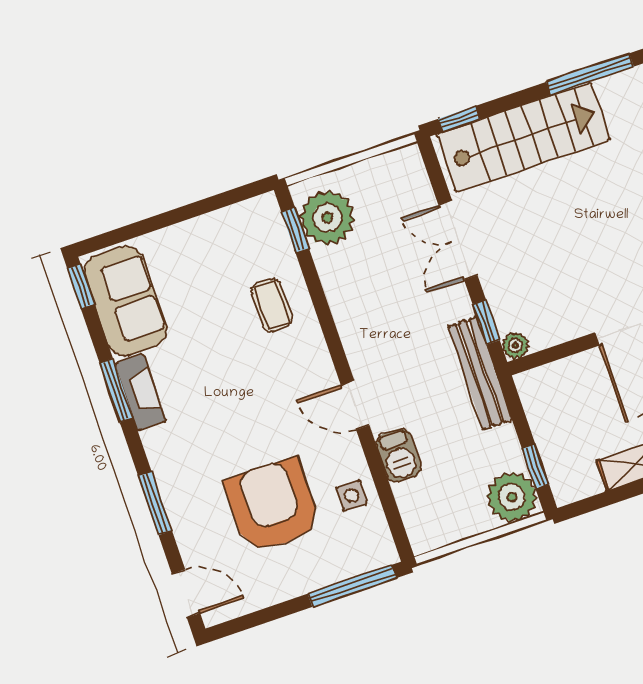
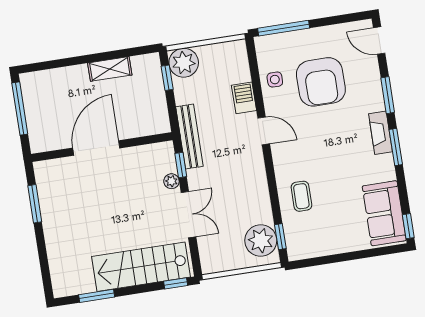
window: (590, 74) -> (97, 296), width x0.69
plant: (515, 345) -> (171, 181), moved
window: (116, 390) -> (396, 147), moved
fireplace: (141, 392) -> (380, 133), moved

